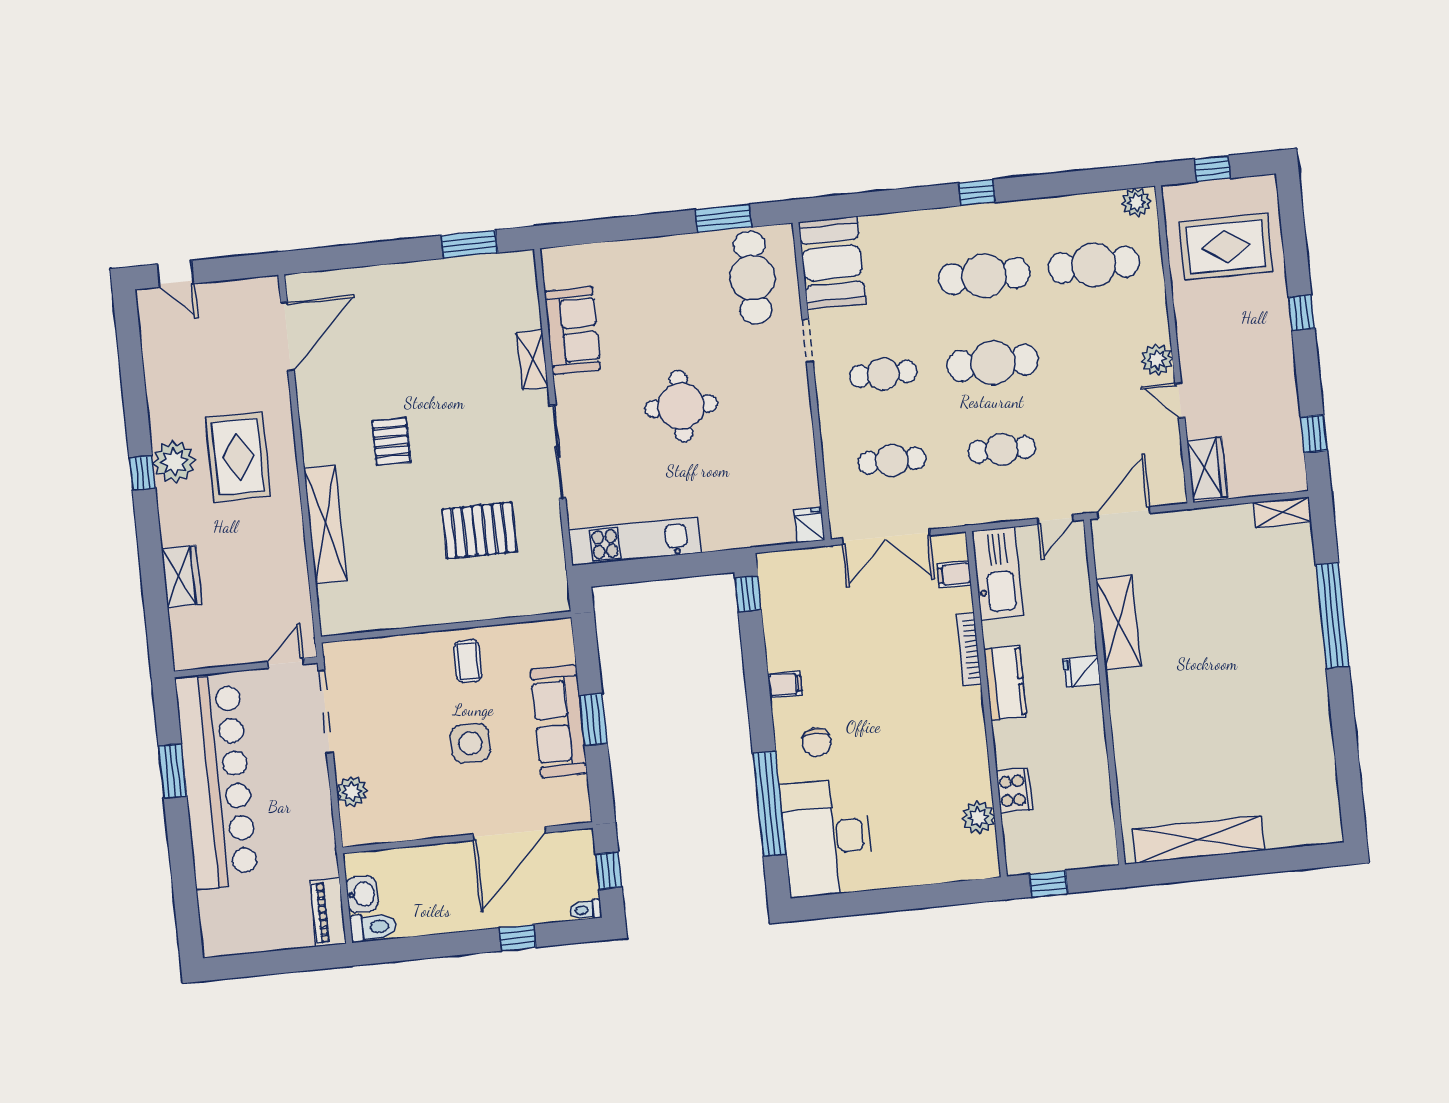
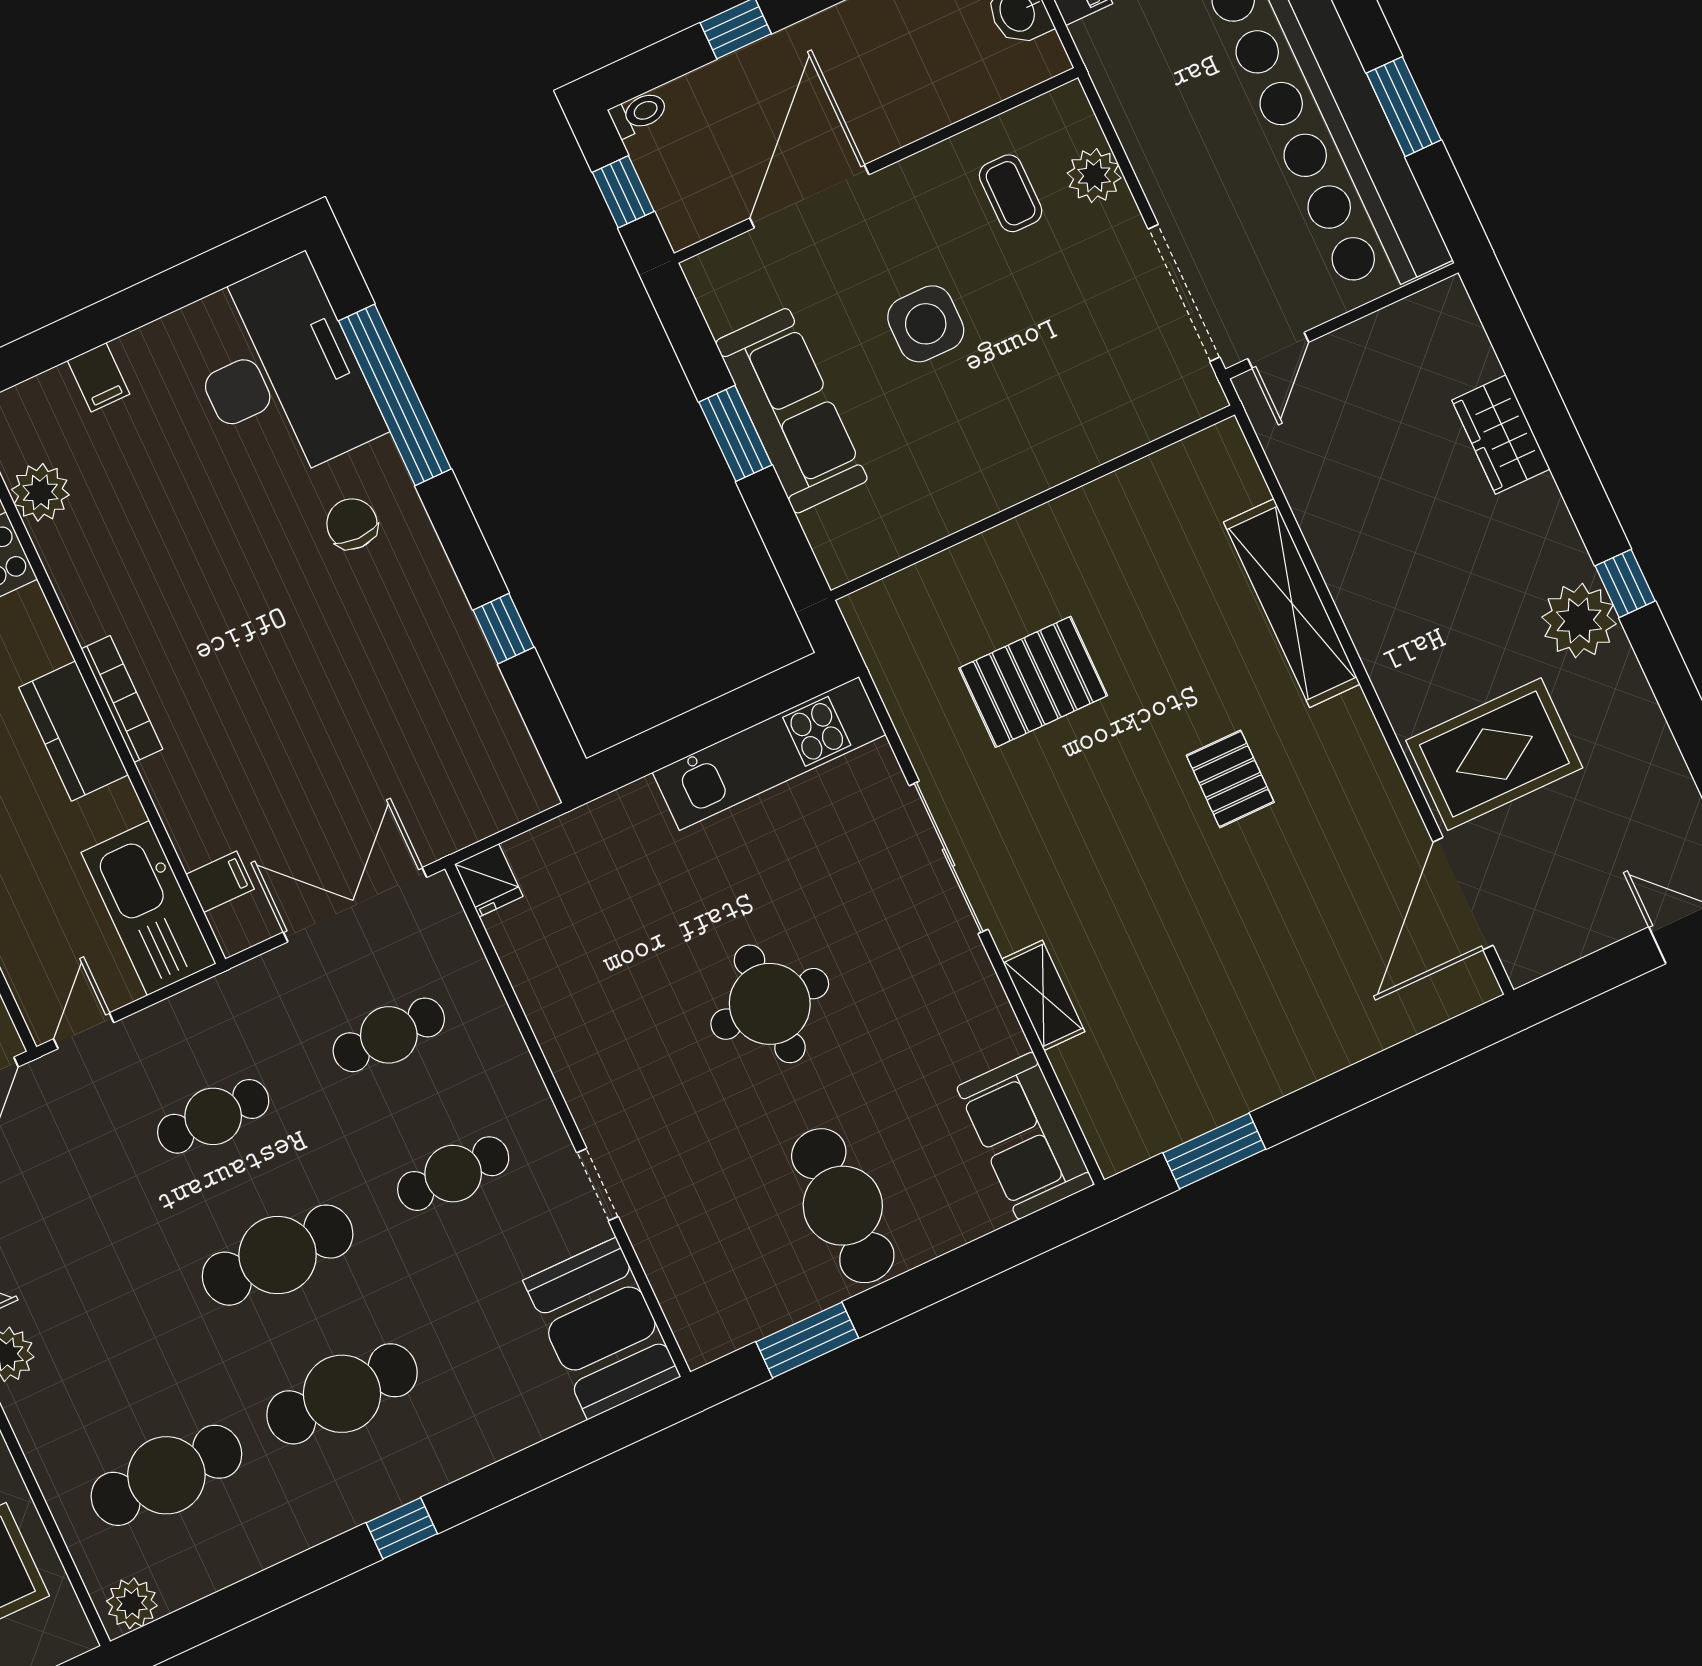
cafe table: (753, 278) -> (843, 1206), moved
sofa: (572, 331) -> (1025, 1136), moved
rug: (238, 457) -> (1494, 754), moved, turned 90
window: (748, 594) -> (503, 629), moved
bookcase: (969, 650) -> (122, 699), moved
coffee table: (468, 661) -> (1011, 193), moved
filing cabinet: (785, 685) -> (99, 377), moved, turned -90

